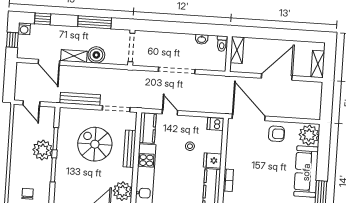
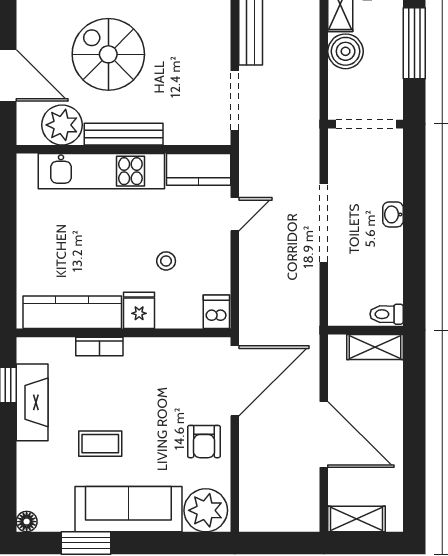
washbasin: (202, 39) -> (393, 214), moved
spiral stairs: (95, 144) -> (108, 54), moved, turned -90
bench: (130, 149) -> (124, 134), moved
coffee table: (274, 183) -> (100, 444), added

